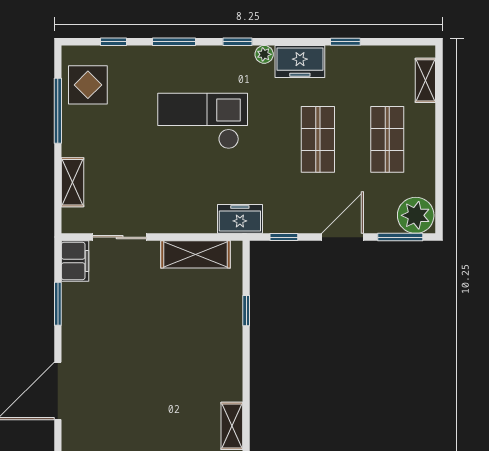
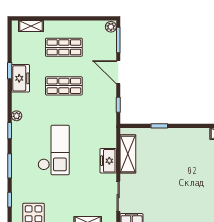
freezer: (300, 61) -> (20, 78), moved
checkout: (203, 121) -> (54, 150), turned 180
plant: (416, 215) -> (111, 27), width x0.53, depth x0.53
freezer: (240, 219) -> (108, 161), moved

